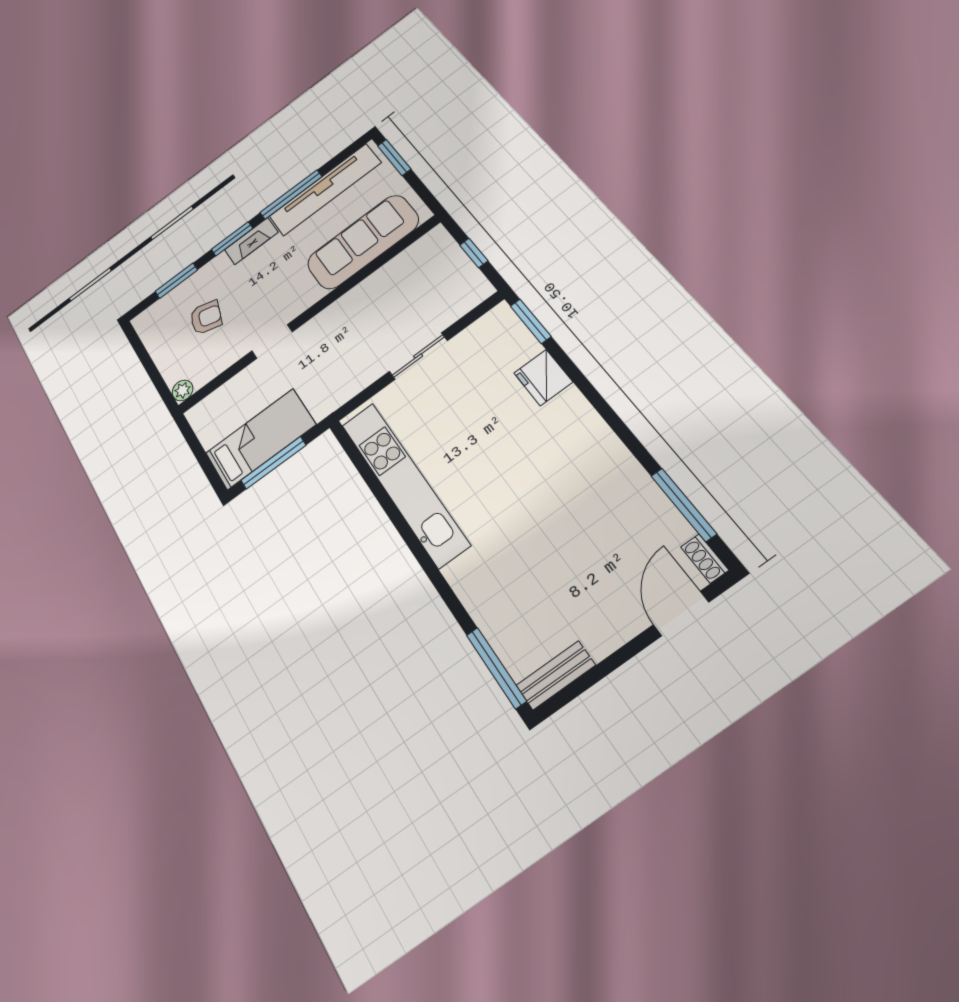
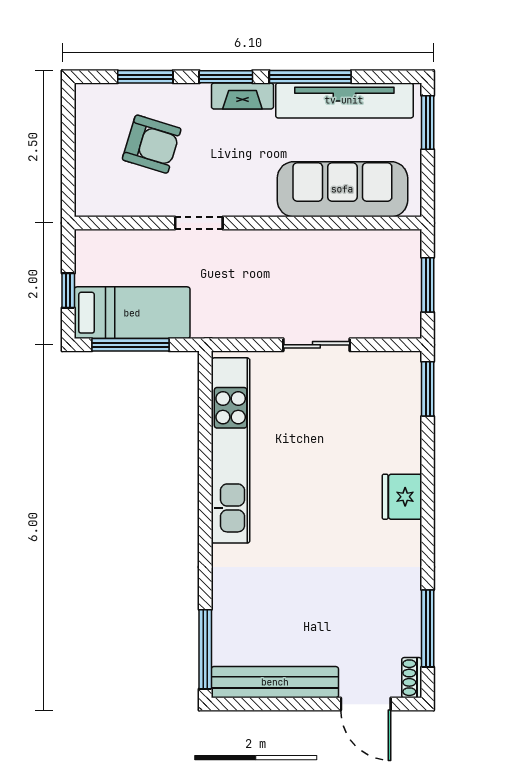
window: (474, 253) -> (428, 285), width x1.50
armchair: (206, 317) -> (152, 144), width x1.38, depth x1.38
fridge: (543, 377) -> (402, 497), moved
plant: (183, 390) -> (87, 205), removed
window: (203, 459) -> (68, 290), added
door: (681, 613) -> (366, 704), swing flipped
bench: (556, 675) -> (275, 682), width x1.86, depth x1.21

